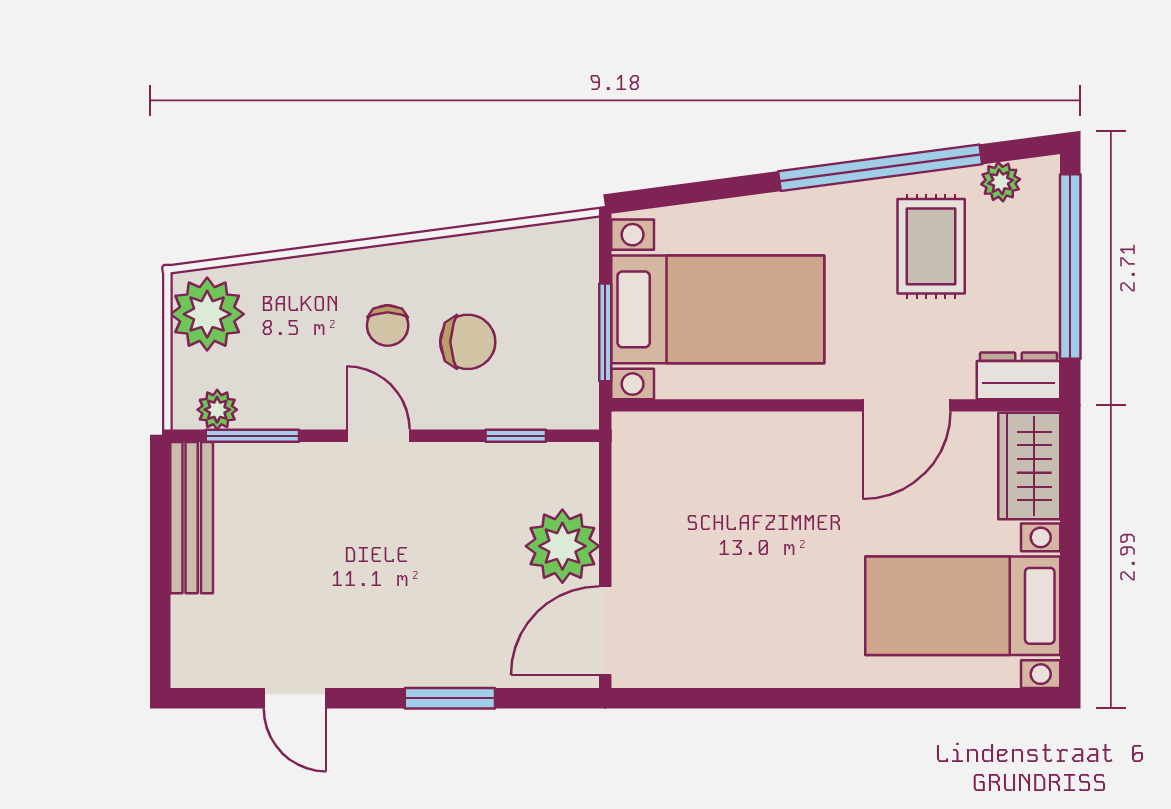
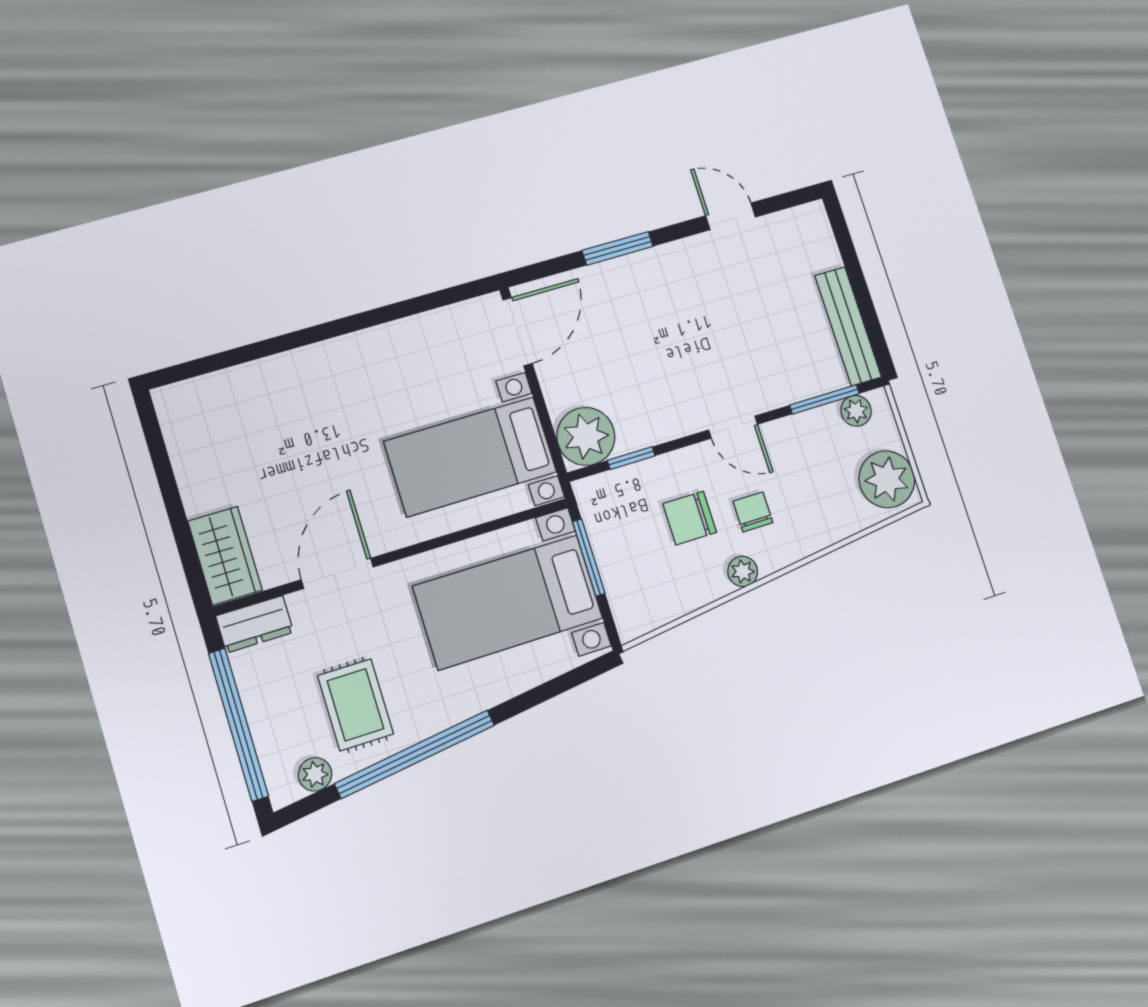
plant: (424, 258) -> (743, 571), added
plant: (562, 546) -> (586, 436), moved
bed with nightstands: (963, 606) -> (470, 457), moved, turned 180

